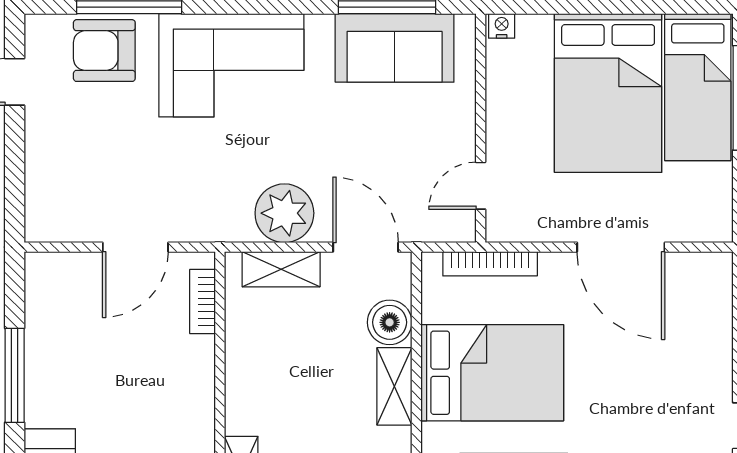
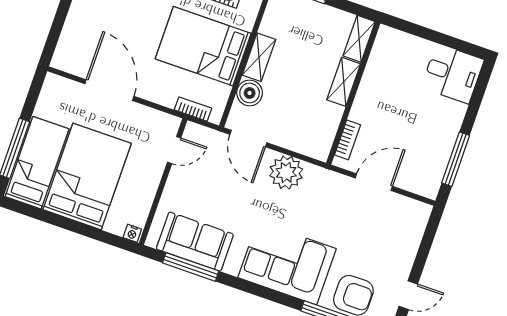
bookcase: (490, 264) -> (193, 109), width x0.64
shelving: (281, 269) -> (344, 82), moved, turned 90
window: (15, 375) -> (456, 159), moved

